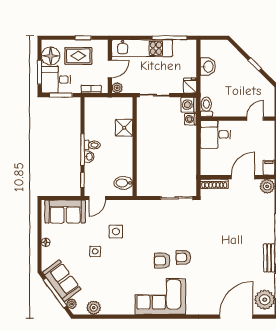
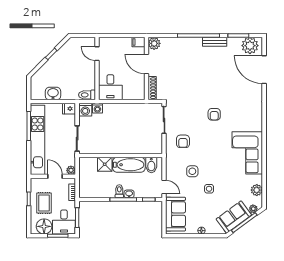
kitchen unit: (142, 48) -> (38, 140), width x1.36
bathtub: (124, 156) -> (129, 165), added
armchair: (162, 261) -> (183, 141), moved
corner sofa: (160, 297) -> (247, 153), moved

